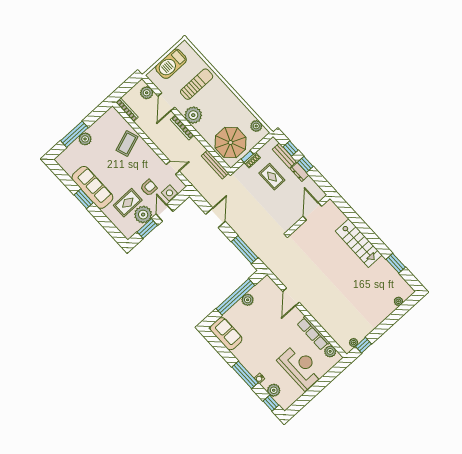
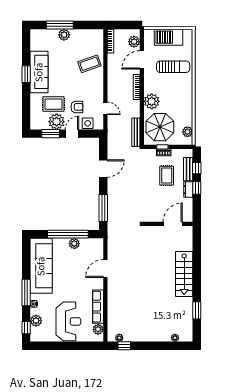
plant: (193, 115) -> (152, 101), moved
sofa: (226, 334) -> (41, 266), width x1.85, depth x1.27

